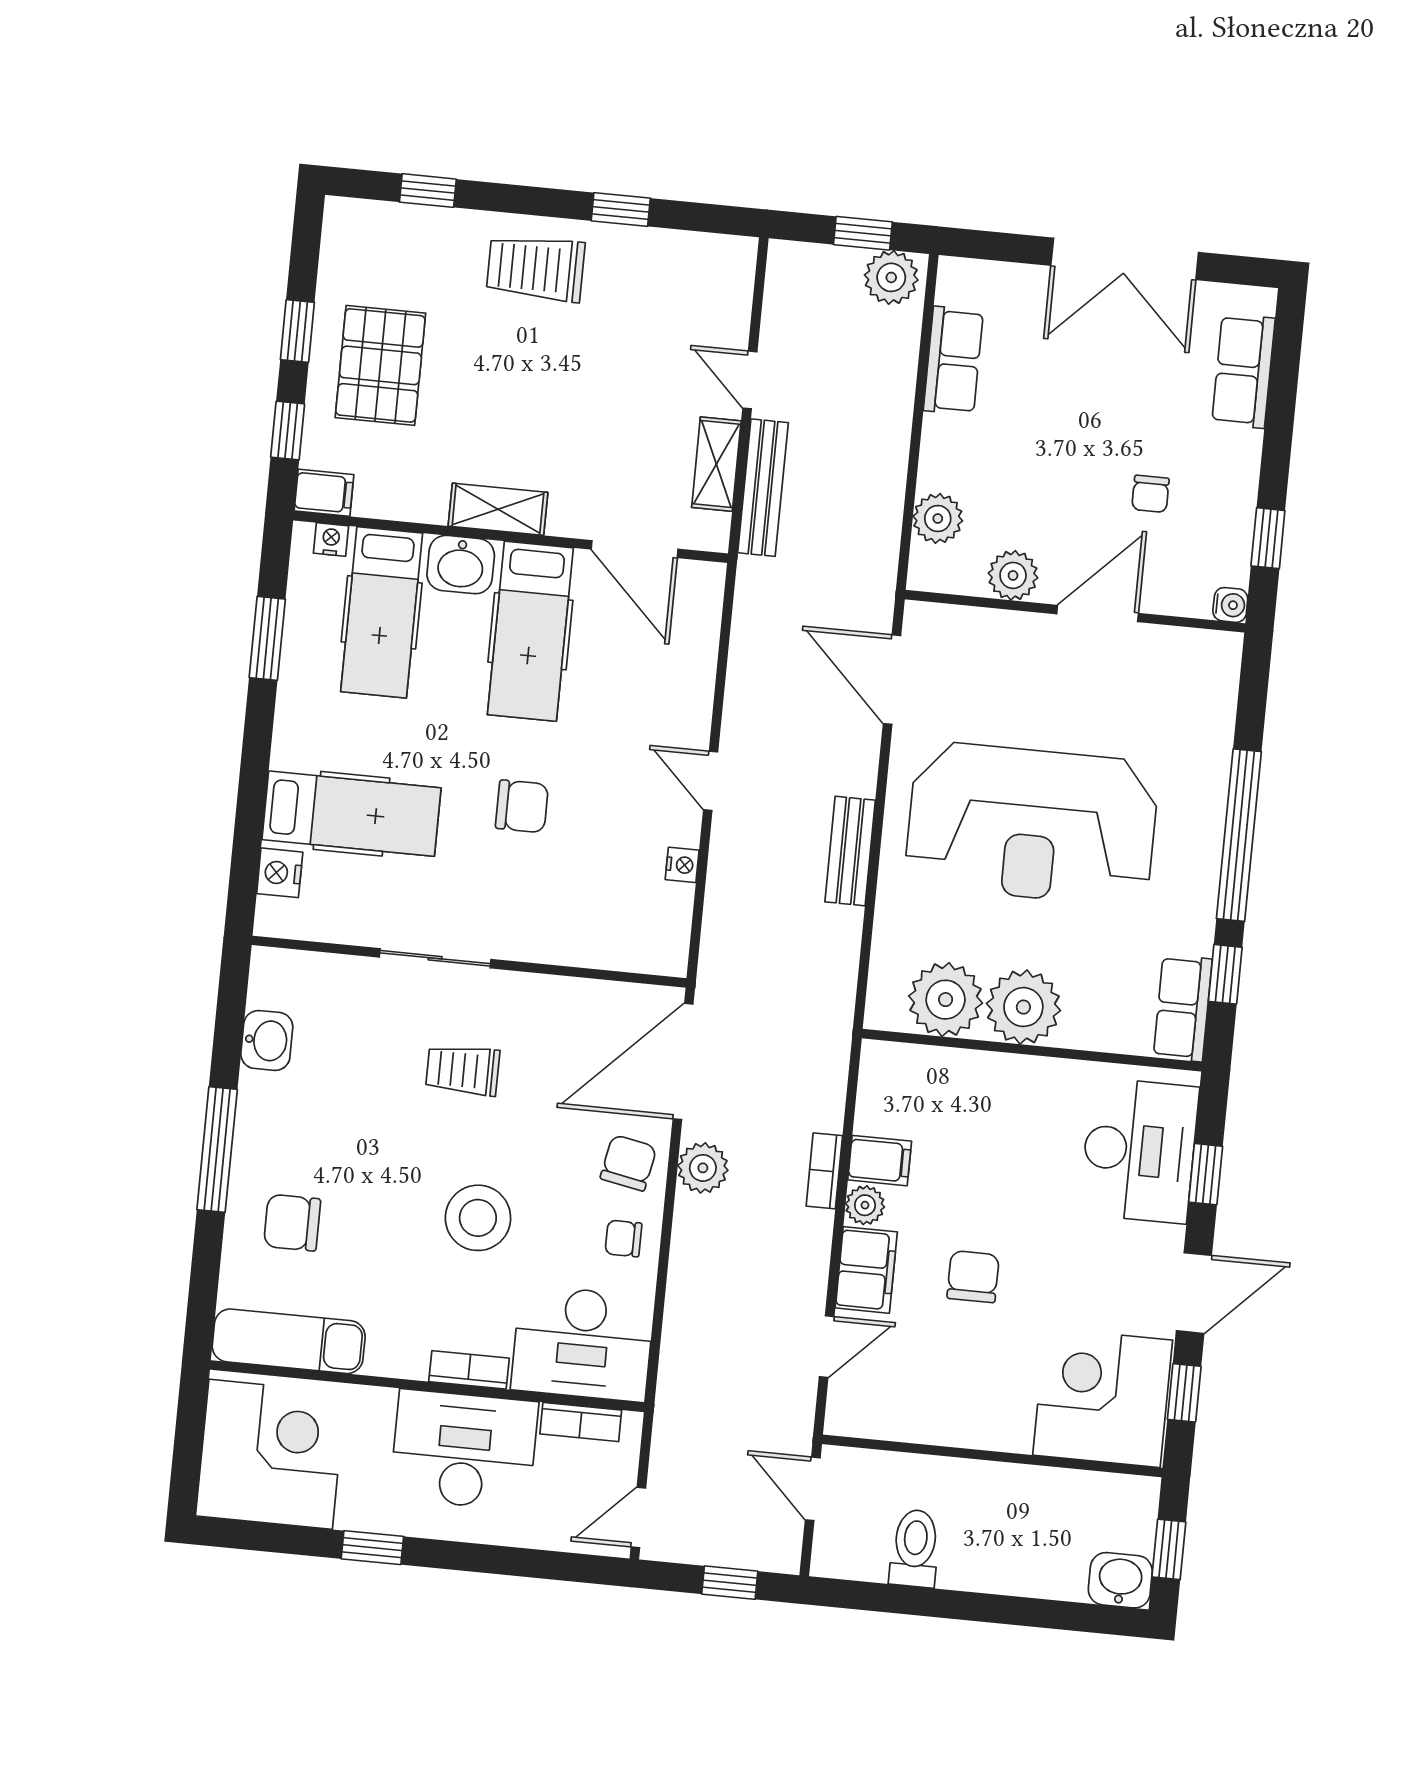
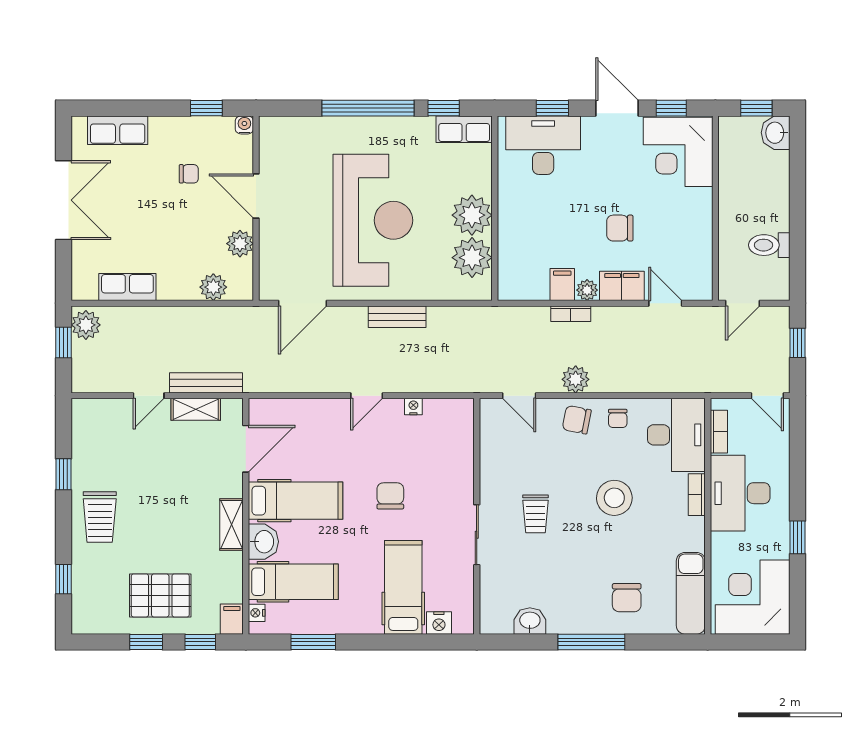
door: (683, 1061) -> (519, 396), width x0.53

